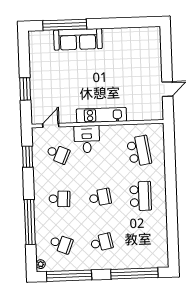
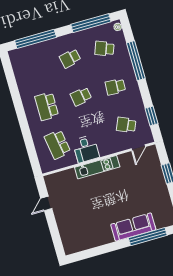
desk: (87, 139) -> (86, 149), moved

